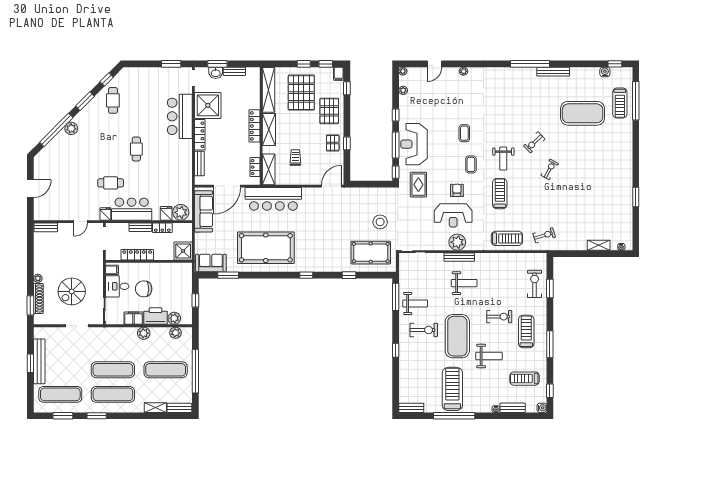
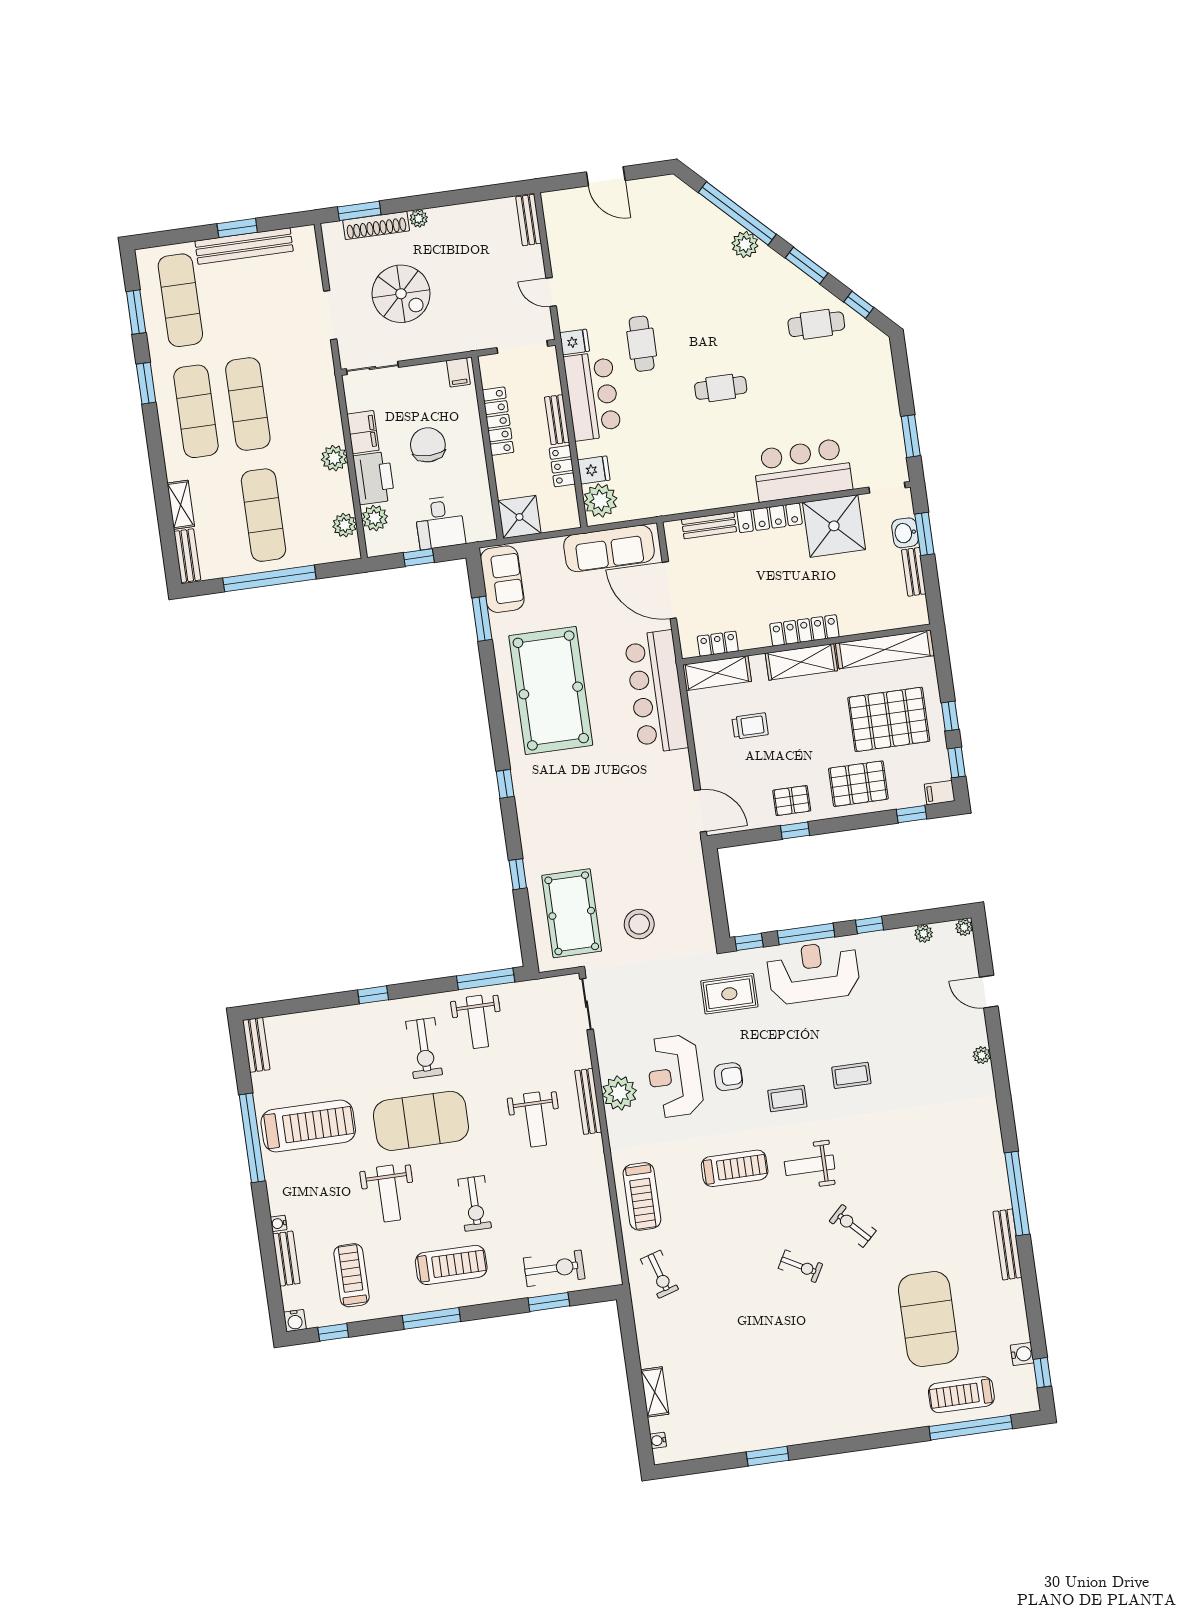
desk: (117, 286) -> (440, 523), moved, turned 180
spiral stairs: (72, 291) -> (401, 294), turned 180

